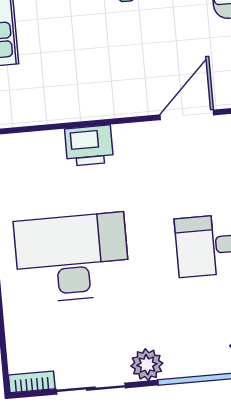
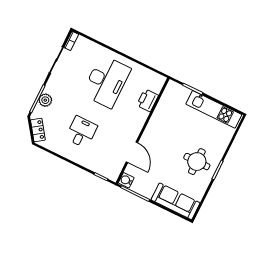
printer: (89, 146) -> (148, 100), moved
plant: (147, 365) -> (45, 100), moved

